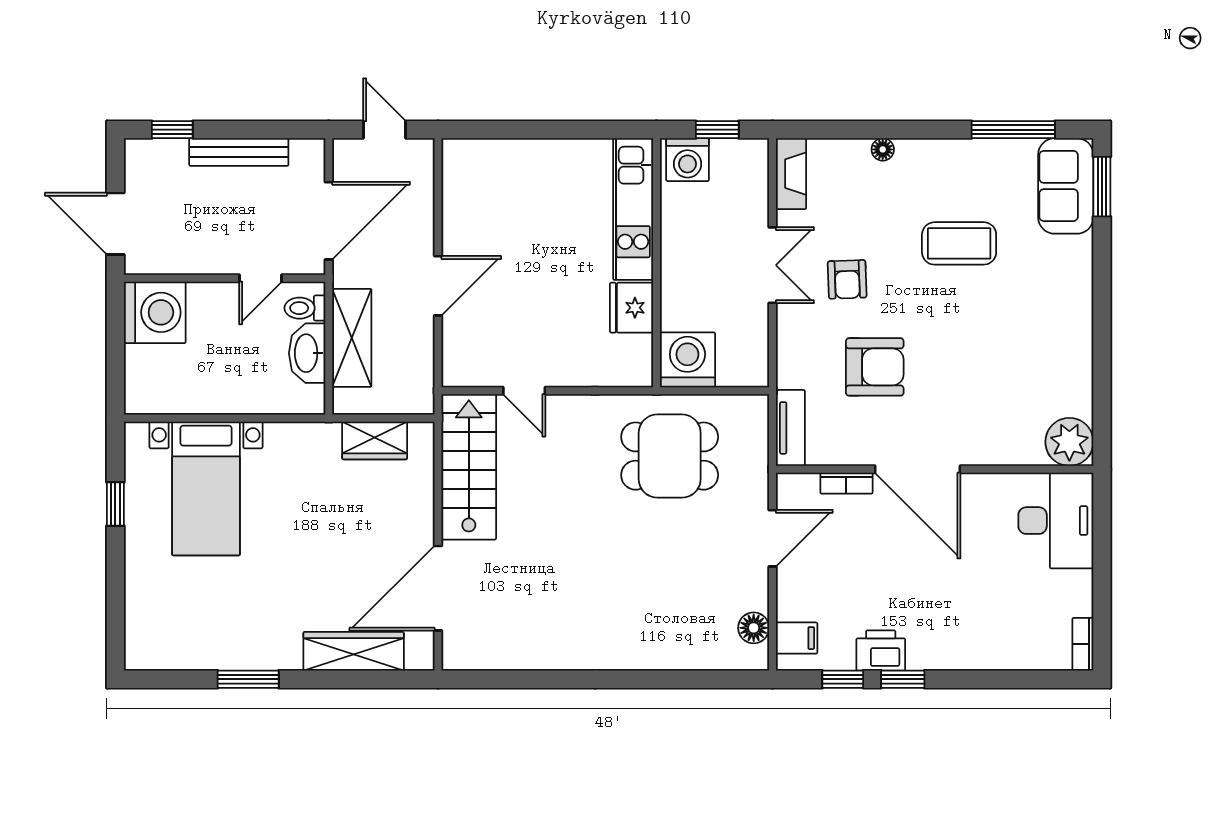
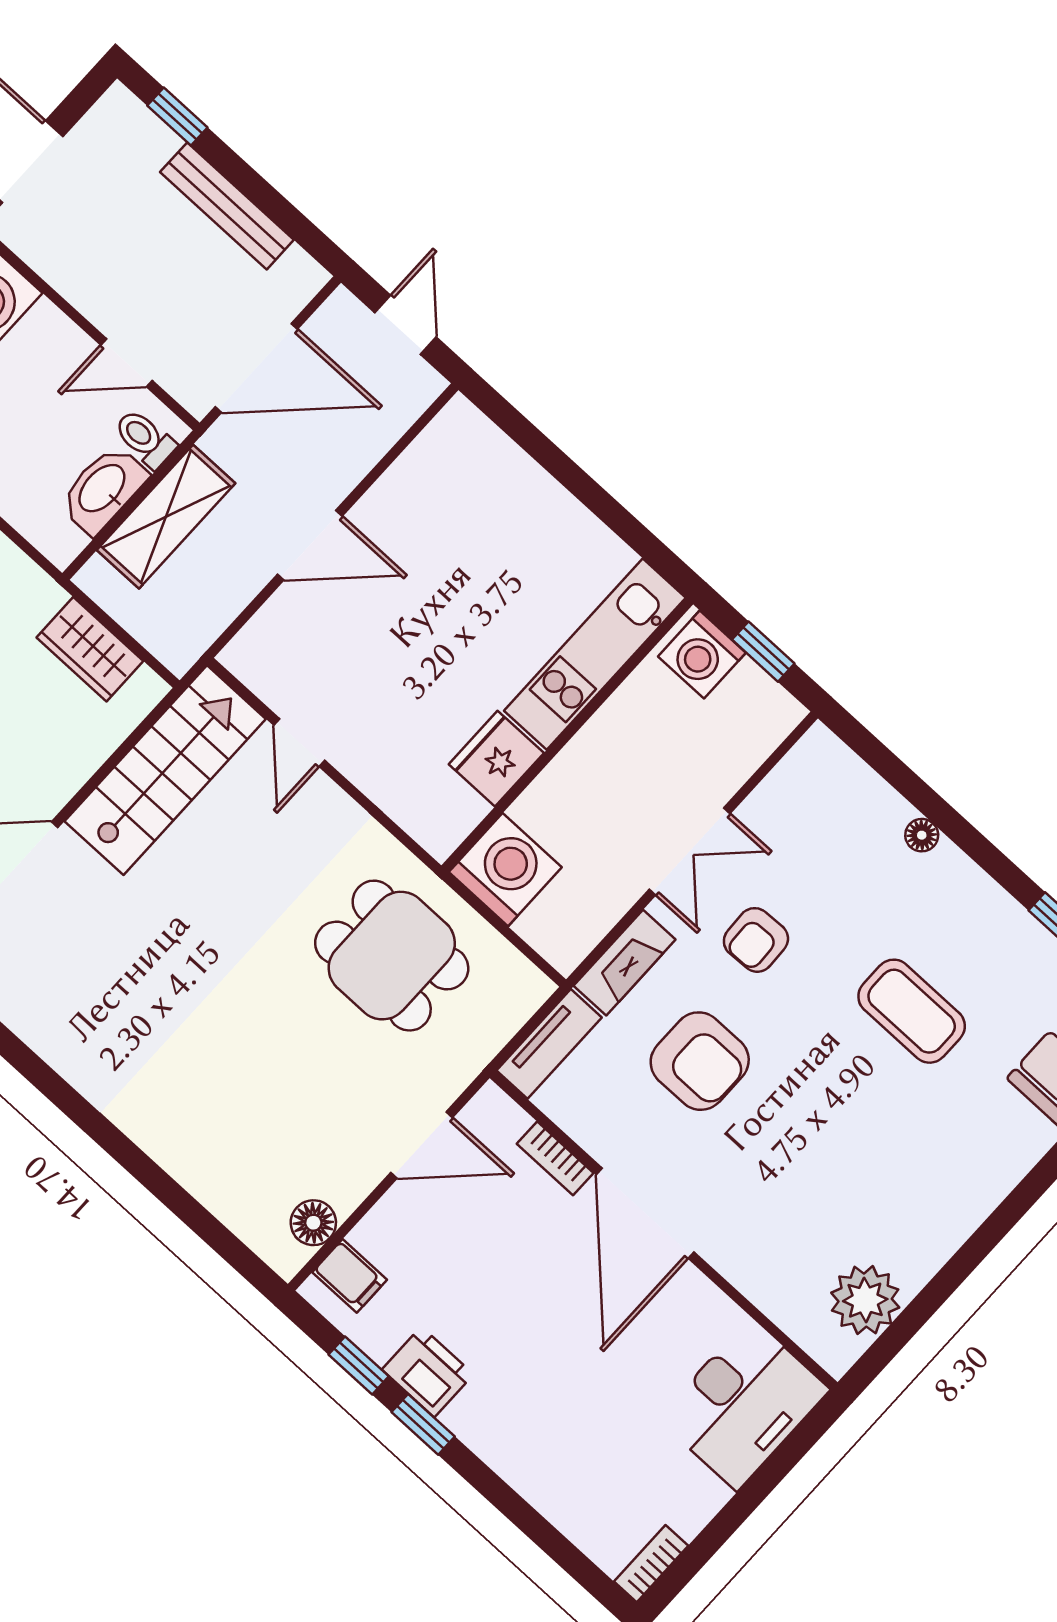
fireplace: (791, 174) -> (625, 963), moved
plant: (1069, 442) -> (865, 1300), moved

